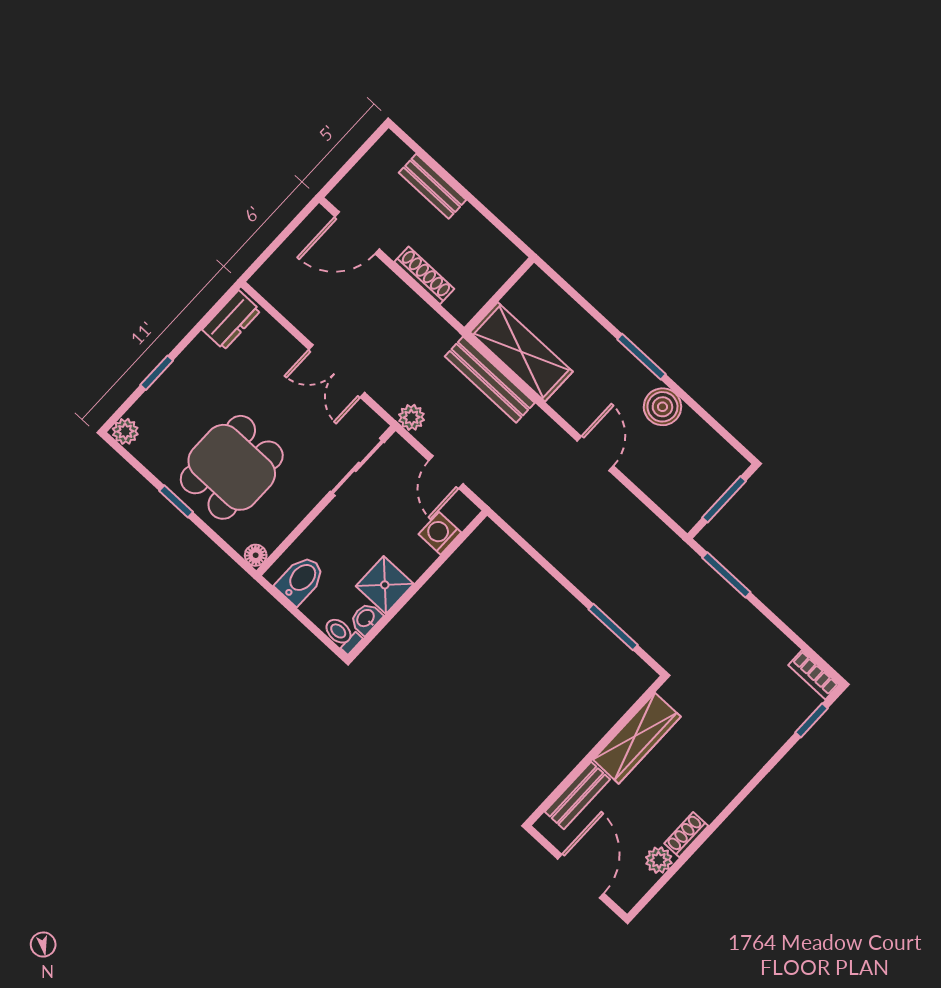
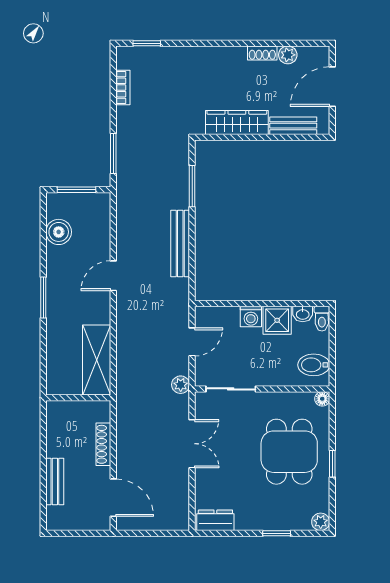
bench: (490, 380) -> (180, 244), moved
boiler: (662, 407) -> (59, 232), moved
dining table: (232, 467) -> (289, 452), turned 90
washing machine: (440, 533) -> (251, 317), moved
bookcase: (814, 675) -> (123, 87), moved

